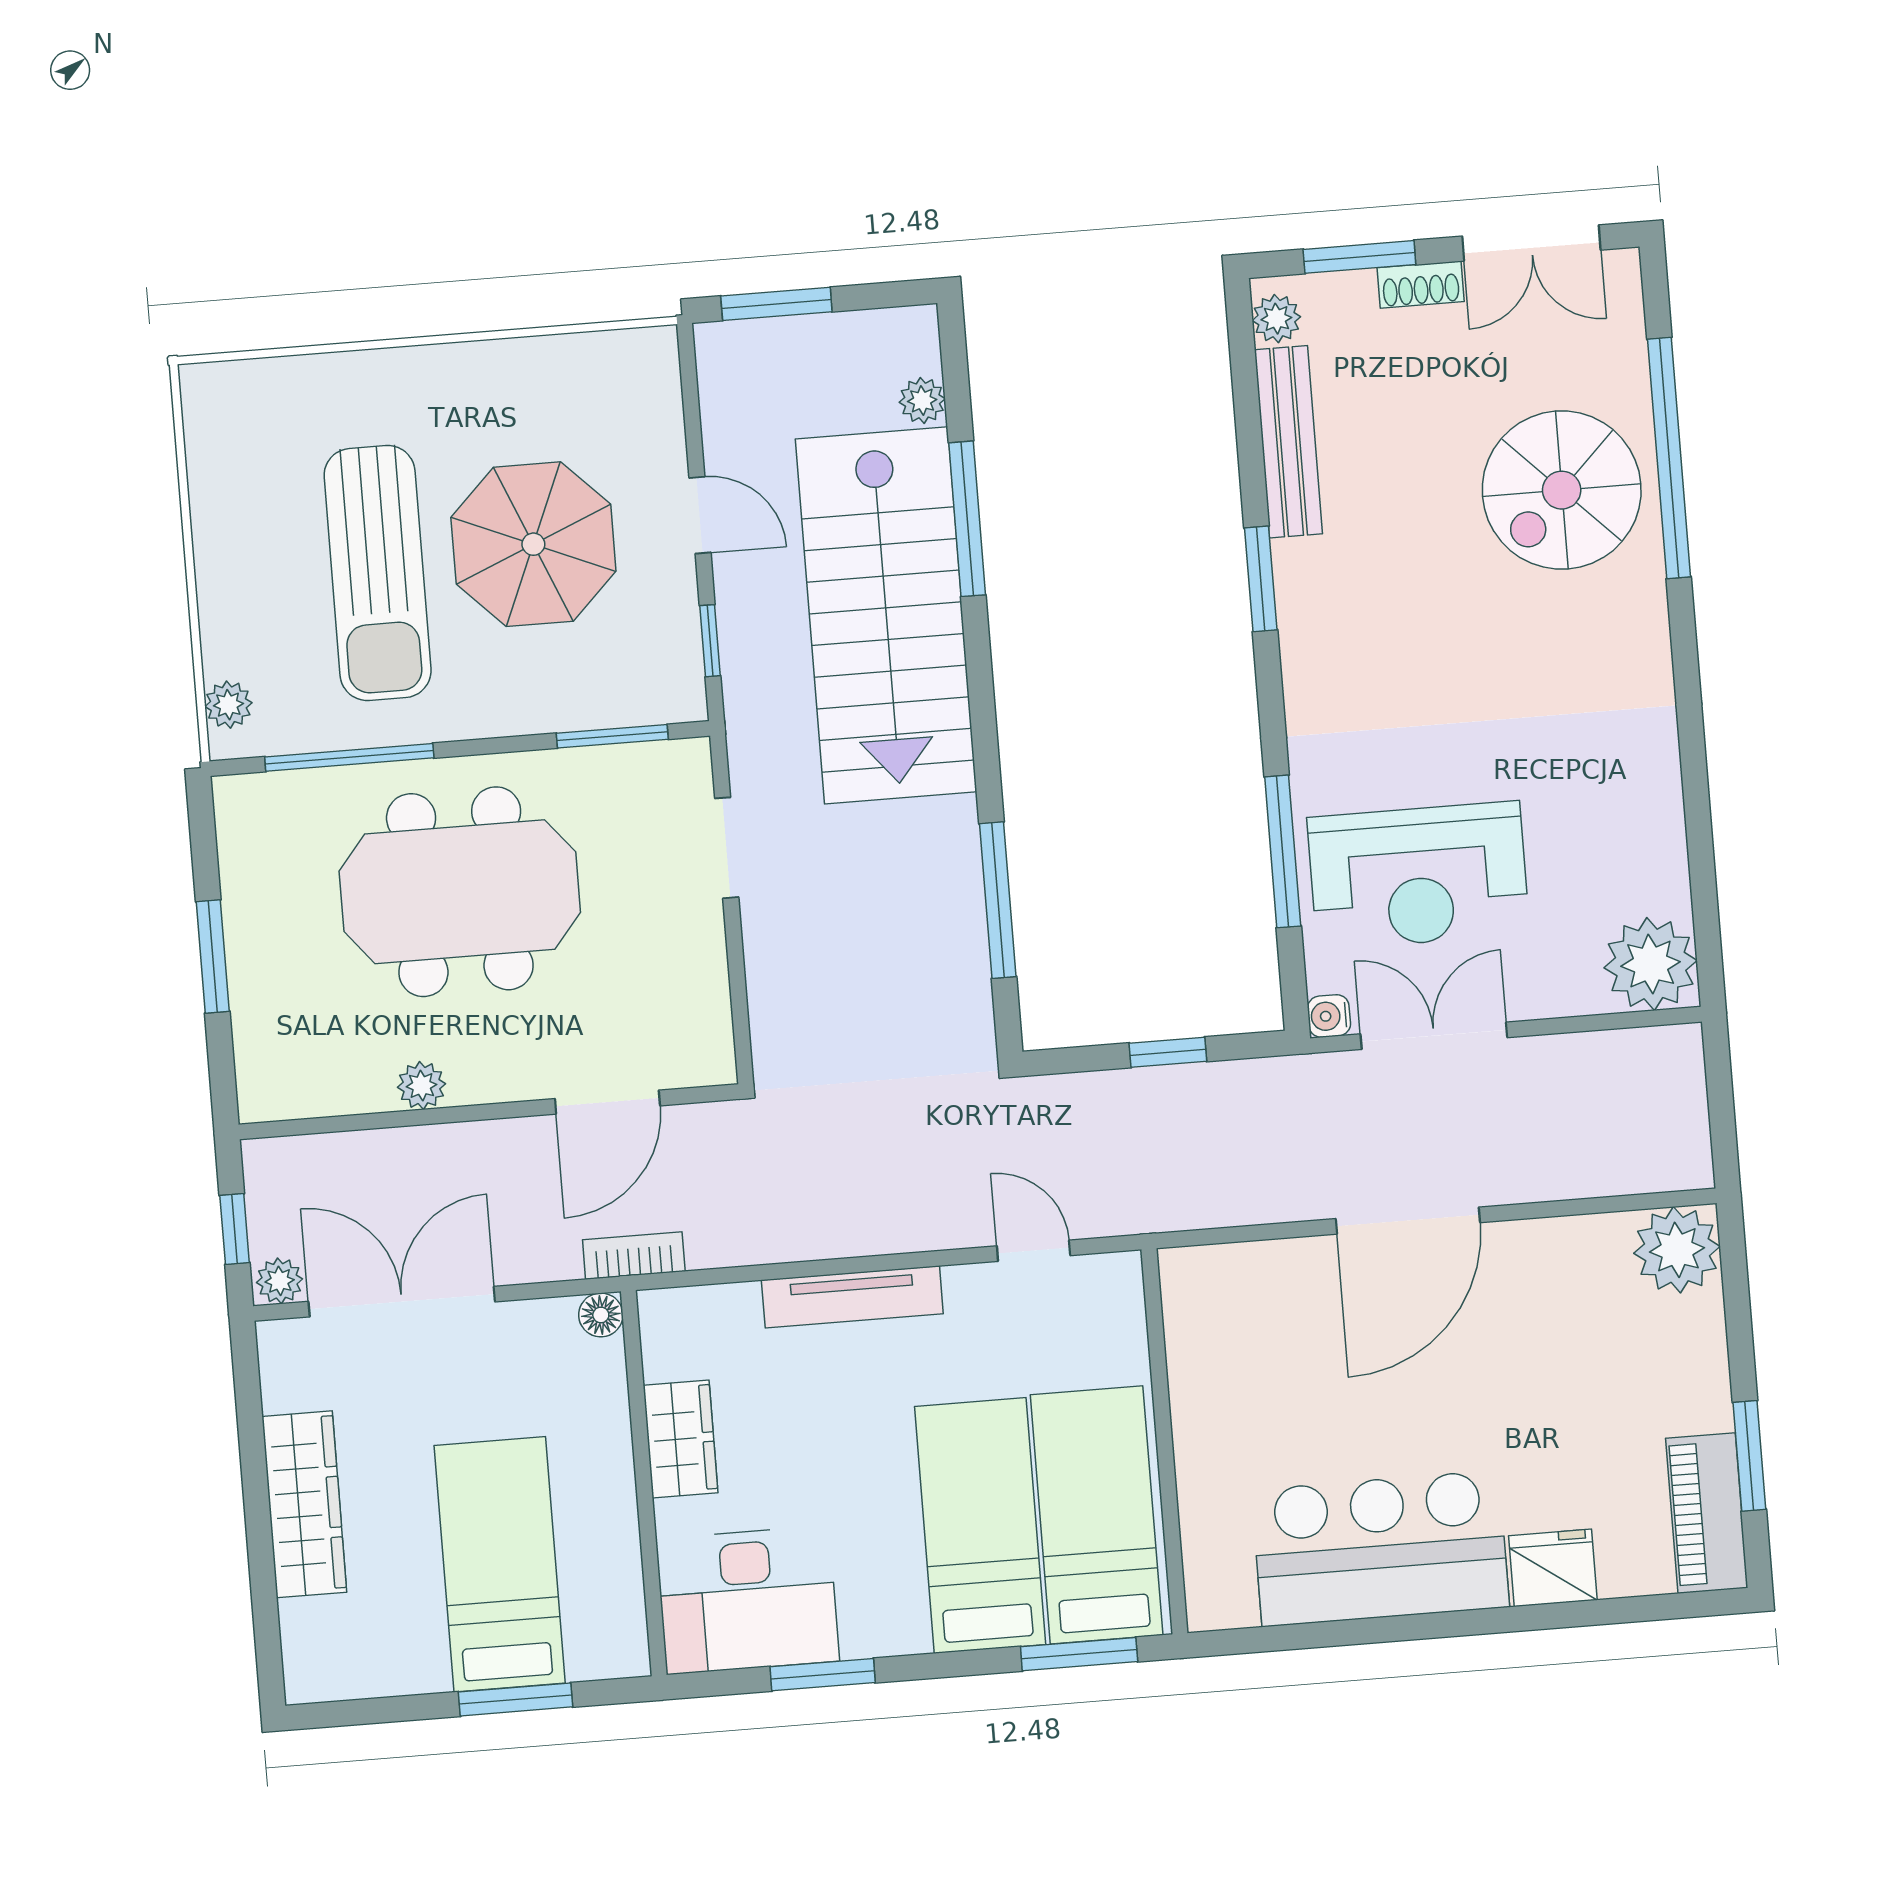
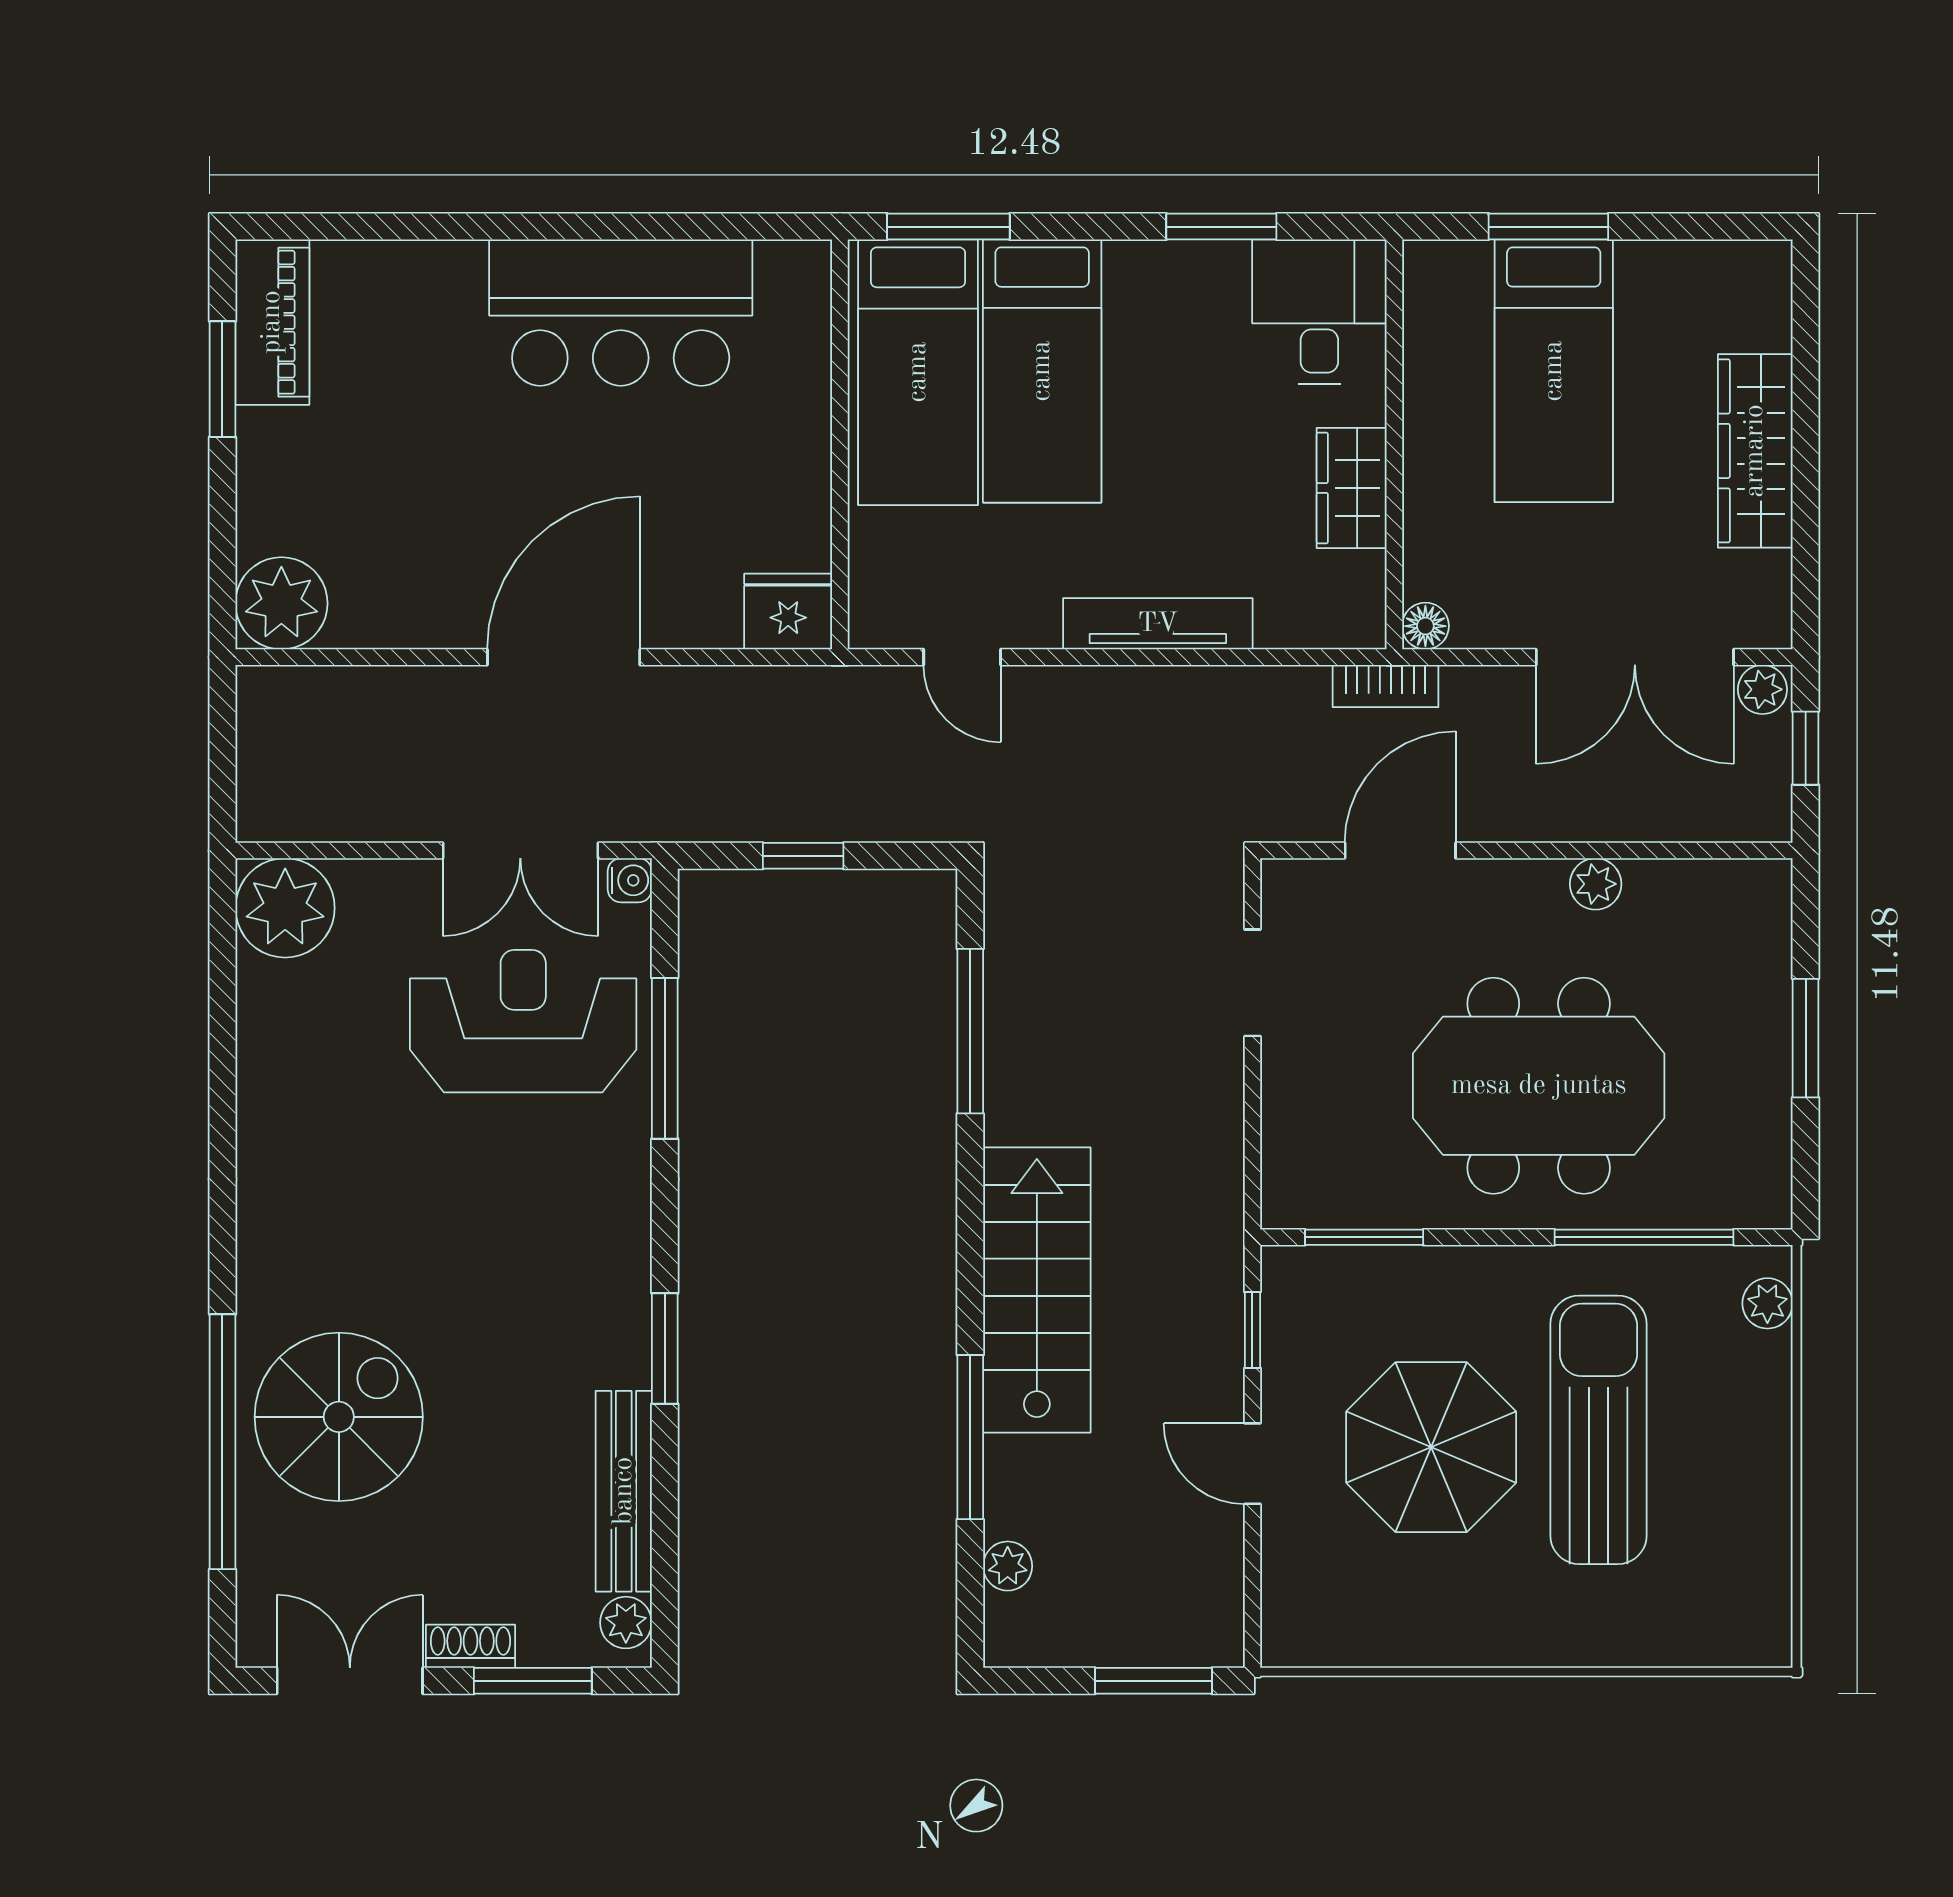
stairs: (886, 615) -> (1037, 1290), width x0.73, depth x0.66
doorway: (727, 848) -> (1252, 983), moved
fridge: (1553, 1568) -> (788, 611), moved, turned 180
desk: (748, 1600) -> (1319, 312), width x0.73

